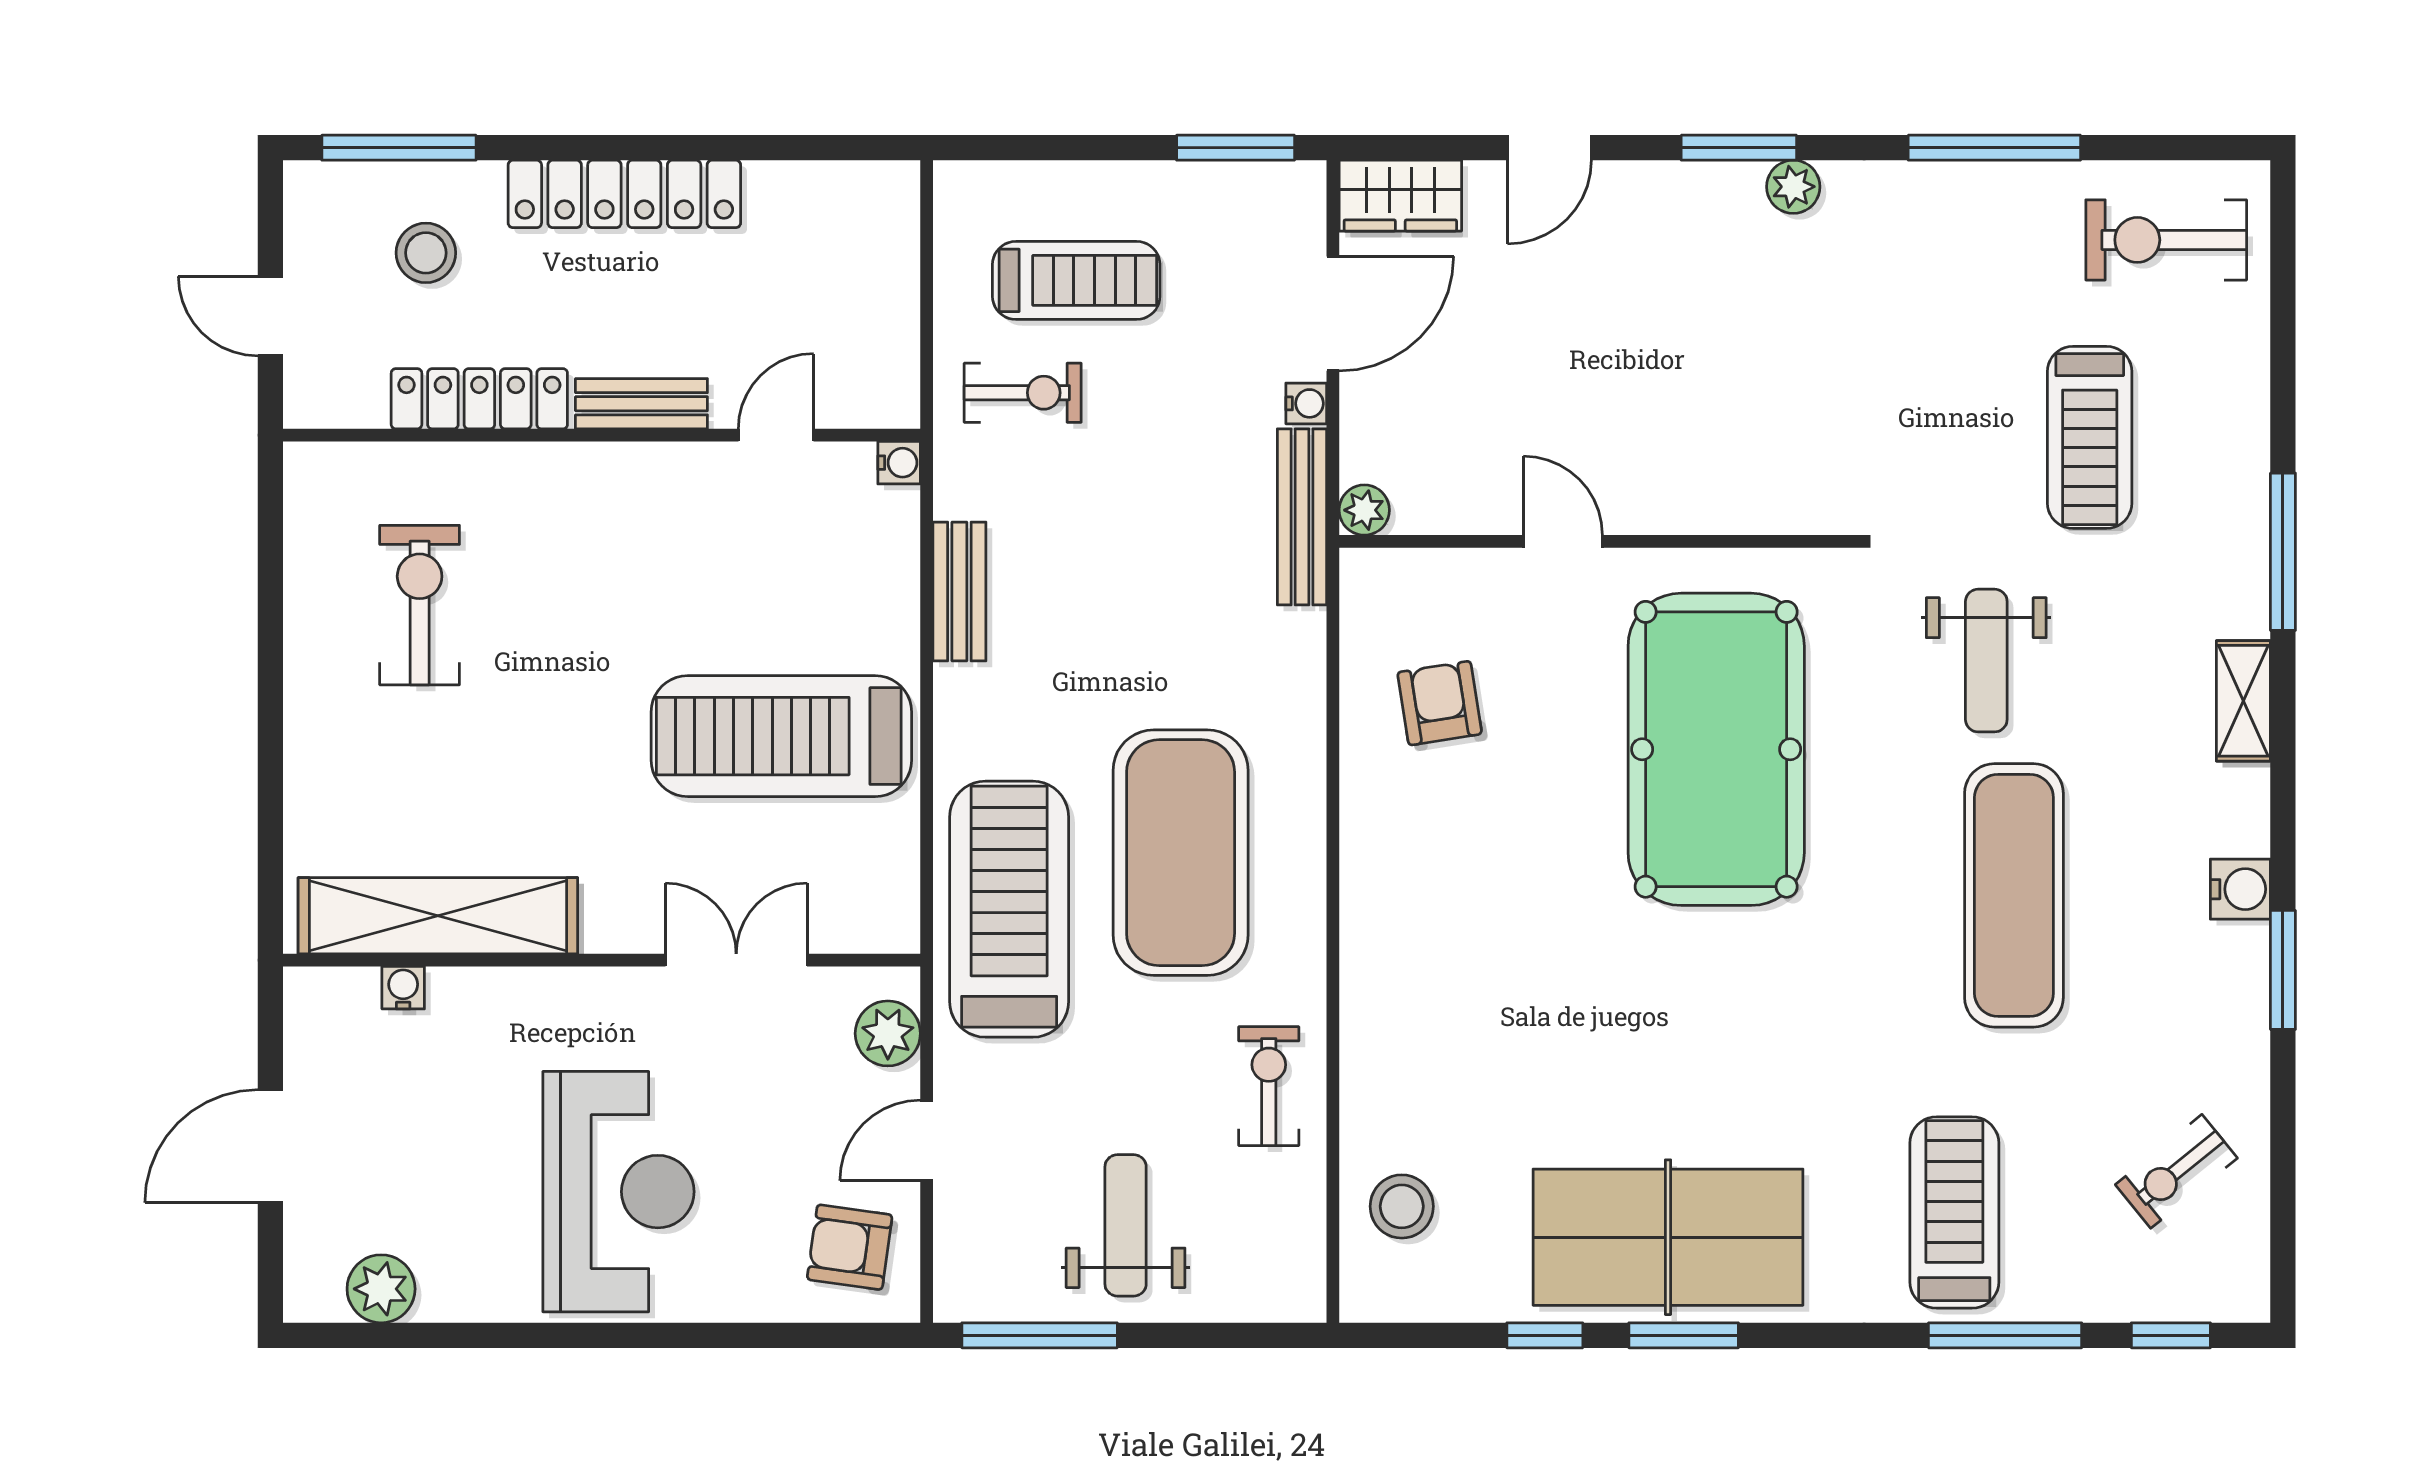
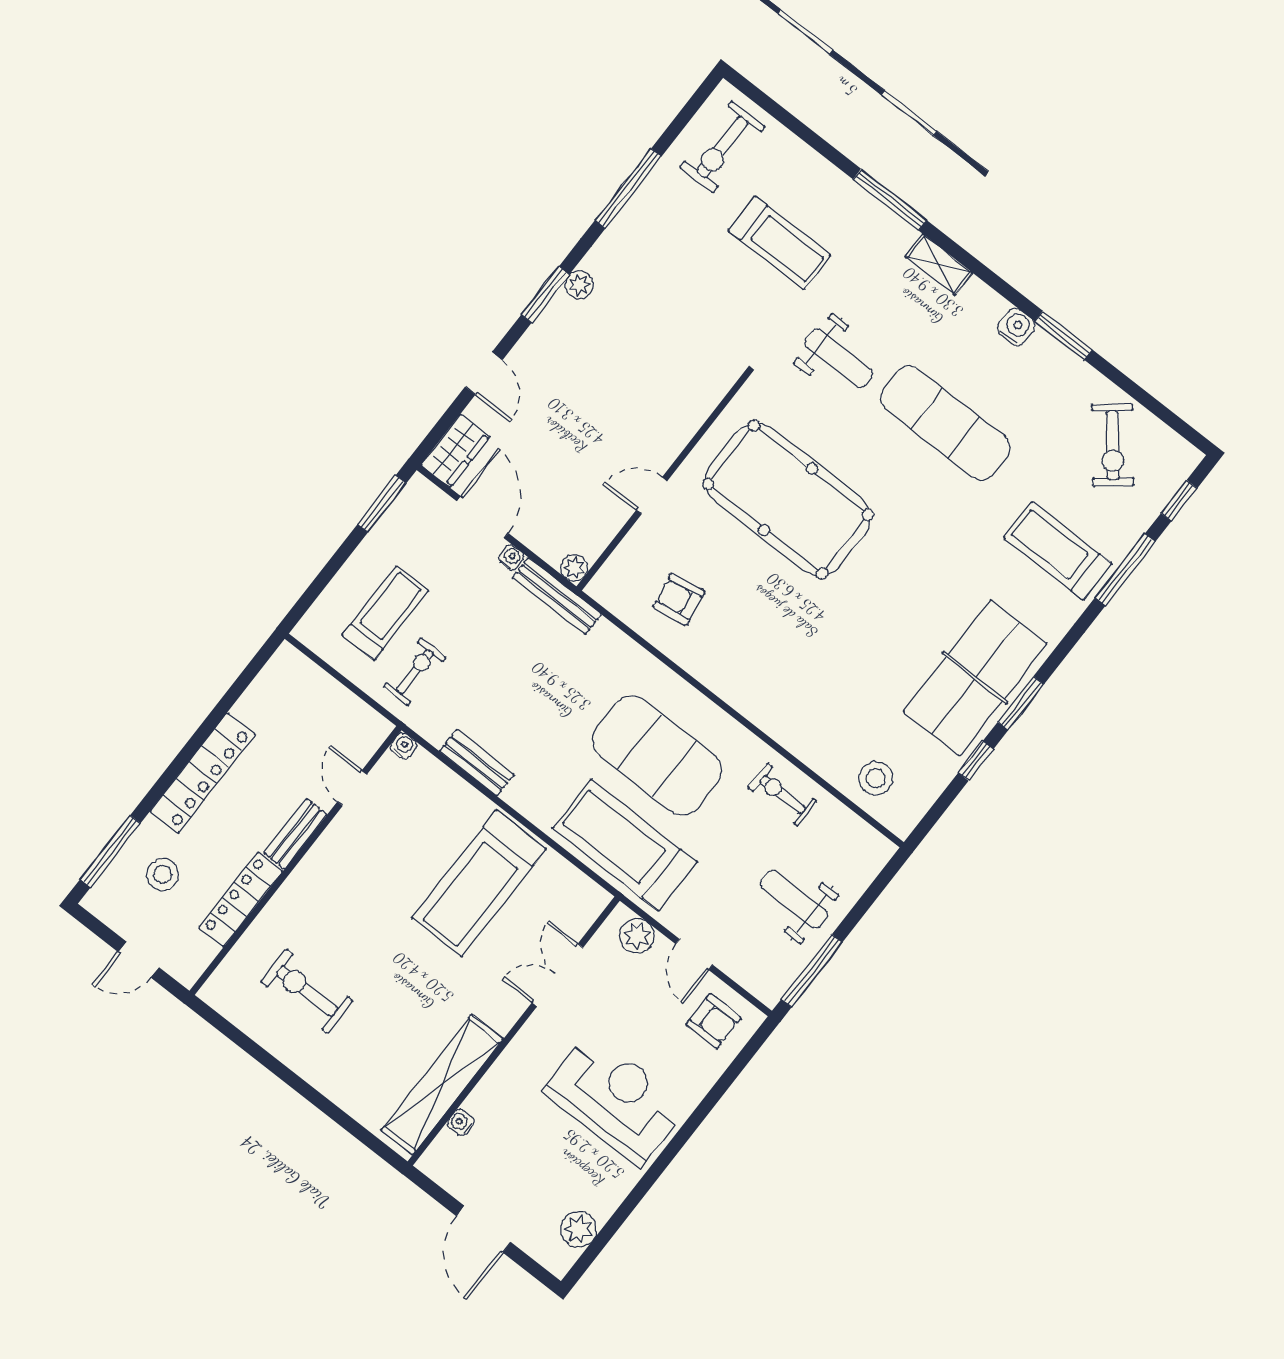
exercise bike: (2176, 1171) -> (1113, 445), width x1.38, depth x1.39
armchair: (850, 1247) -> (713, 1021), turned -98

